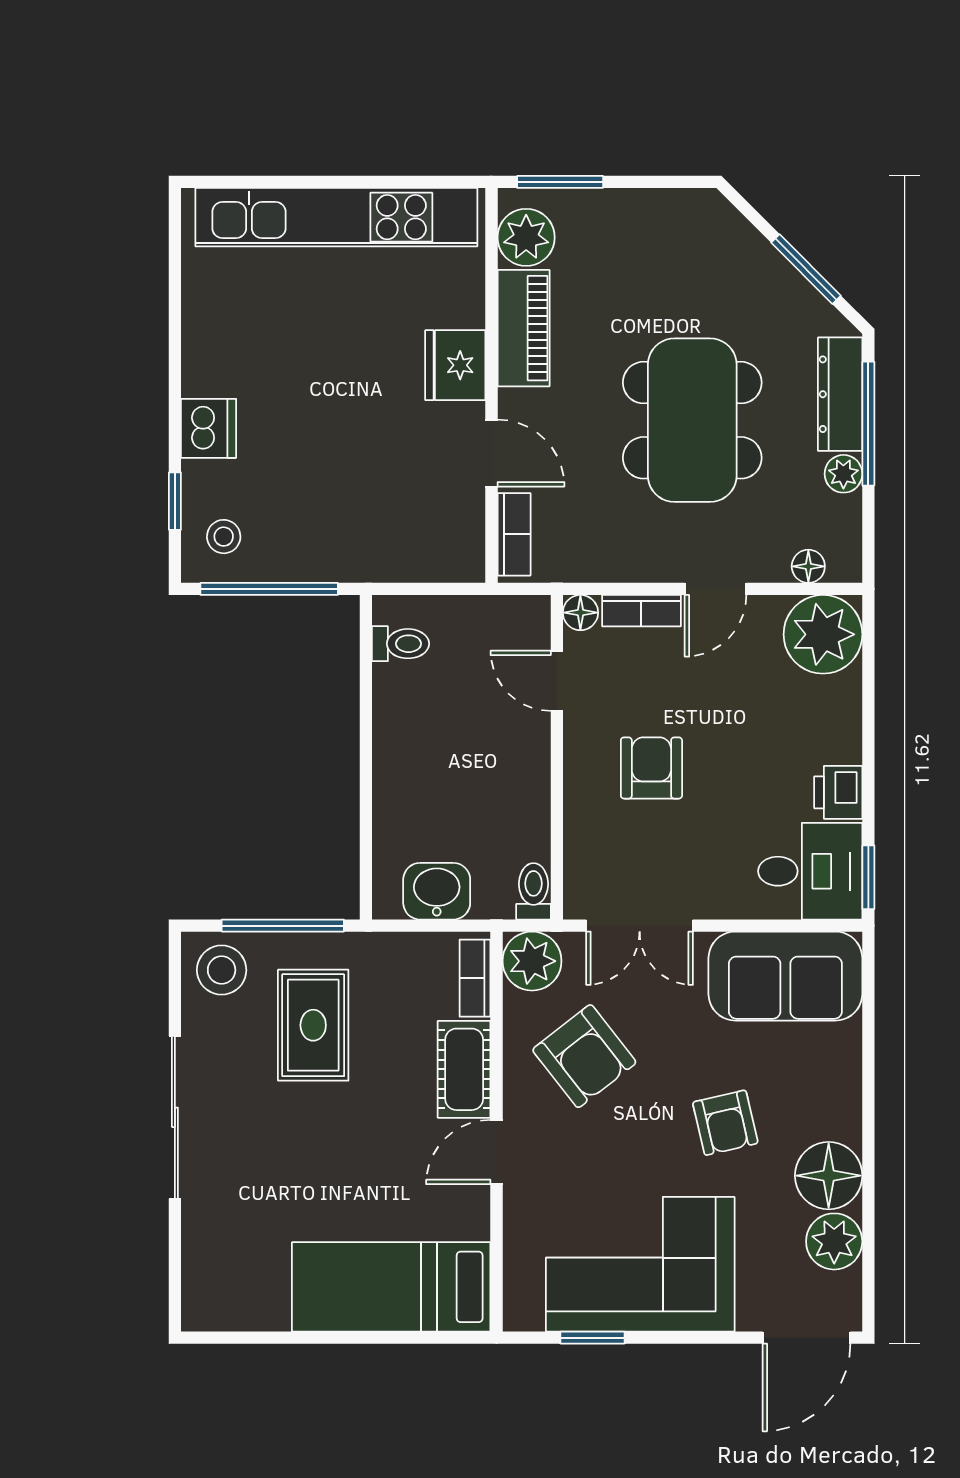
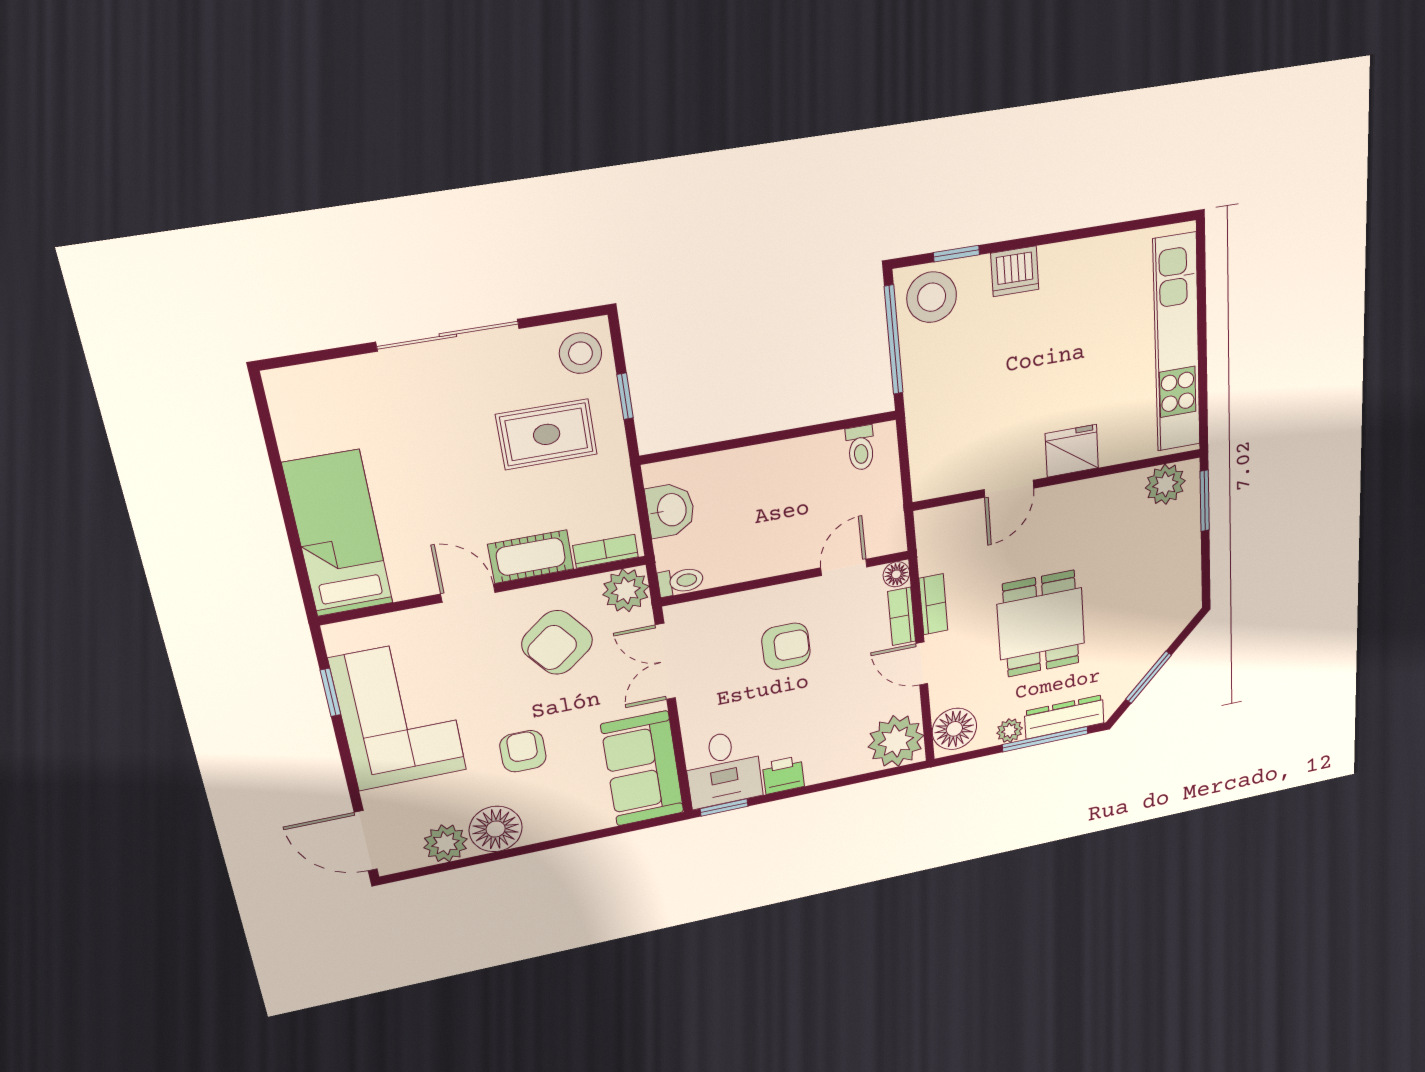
piano: (524, 328) -> (1101, 495), removed
dining table: (692, 420) -> (1041, 624), width x0.73
bookcase: (514, 534) -> (933, 604), moved, turned -90
stool: (224, 537) -> (932, 297), width x1.89, depth x1.89
floor lamp: (808, 566) -> (954, 729), width x1.89, depth x1.89
window: (283, 926) -> (625, 396), width x0.46
armchair: (725, 1123) -> (523, 751), turned 103

